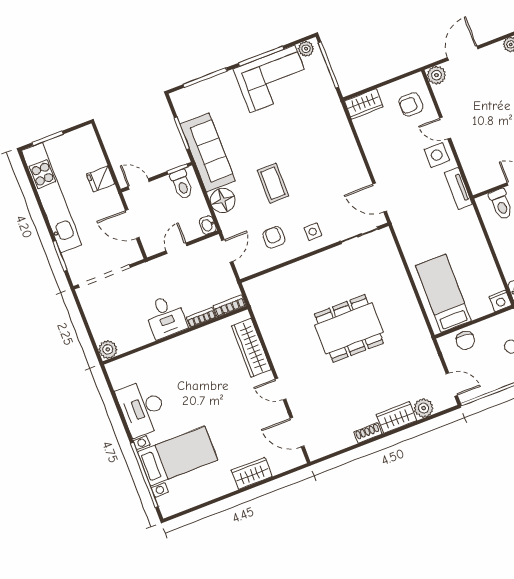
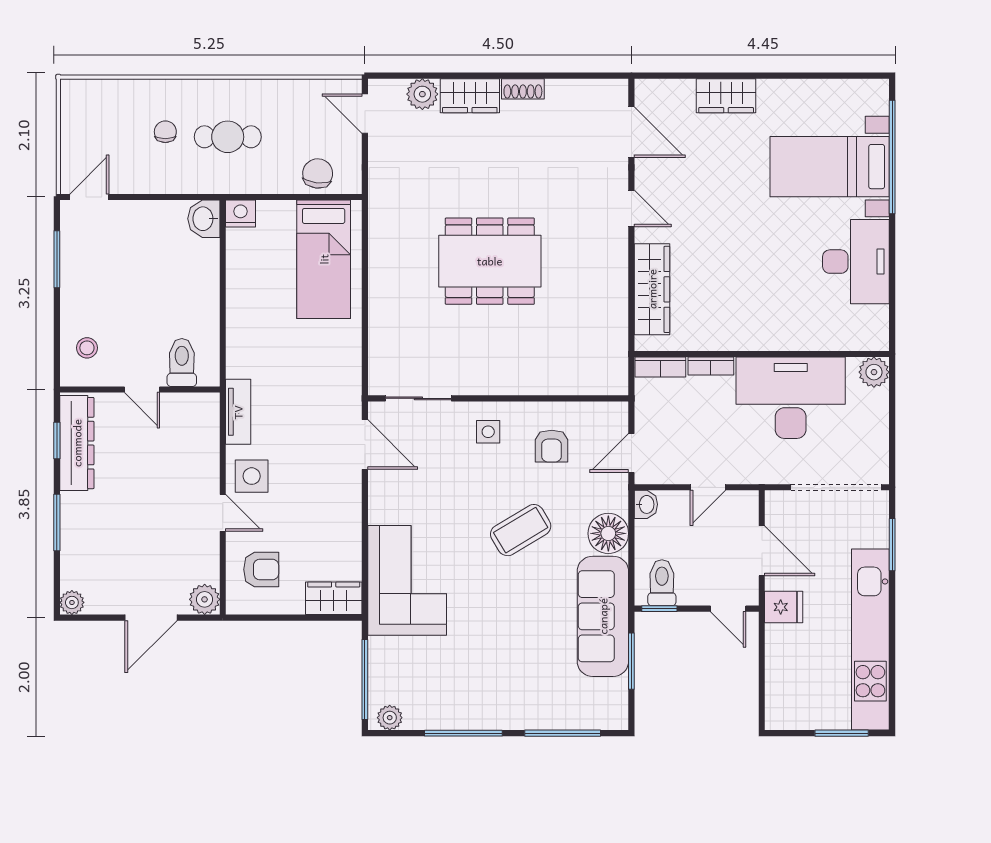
corner sofa: (272, 79) -> (407, 580), moved, turned 90
fridge: (101, 179) -> (784, 607), moved
coffee table: (273, 183) -> (521, 530), turned 59
desk: (166, 317) -> (791, 398), width x1.87, depth x1.30

